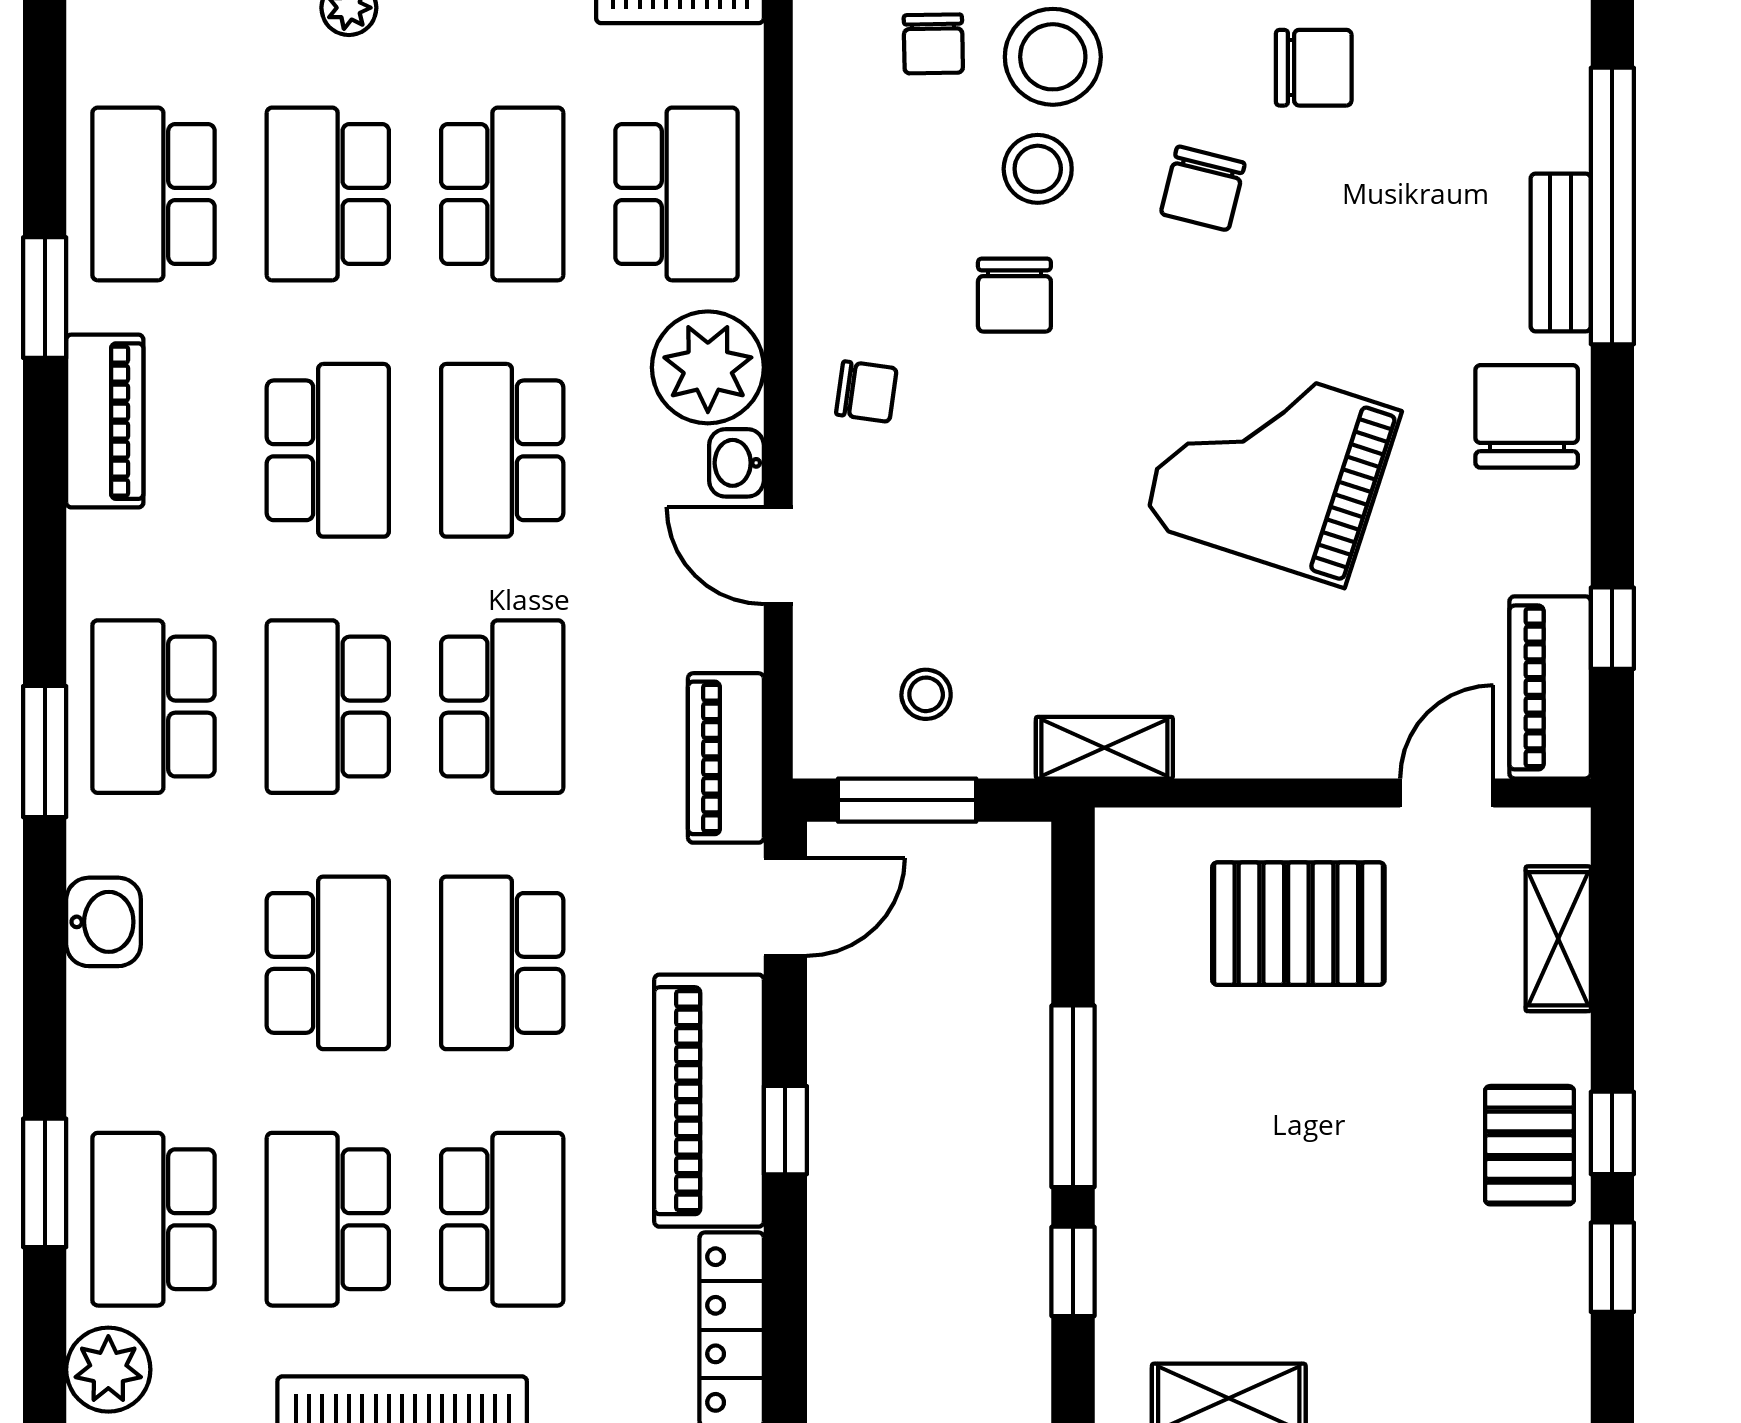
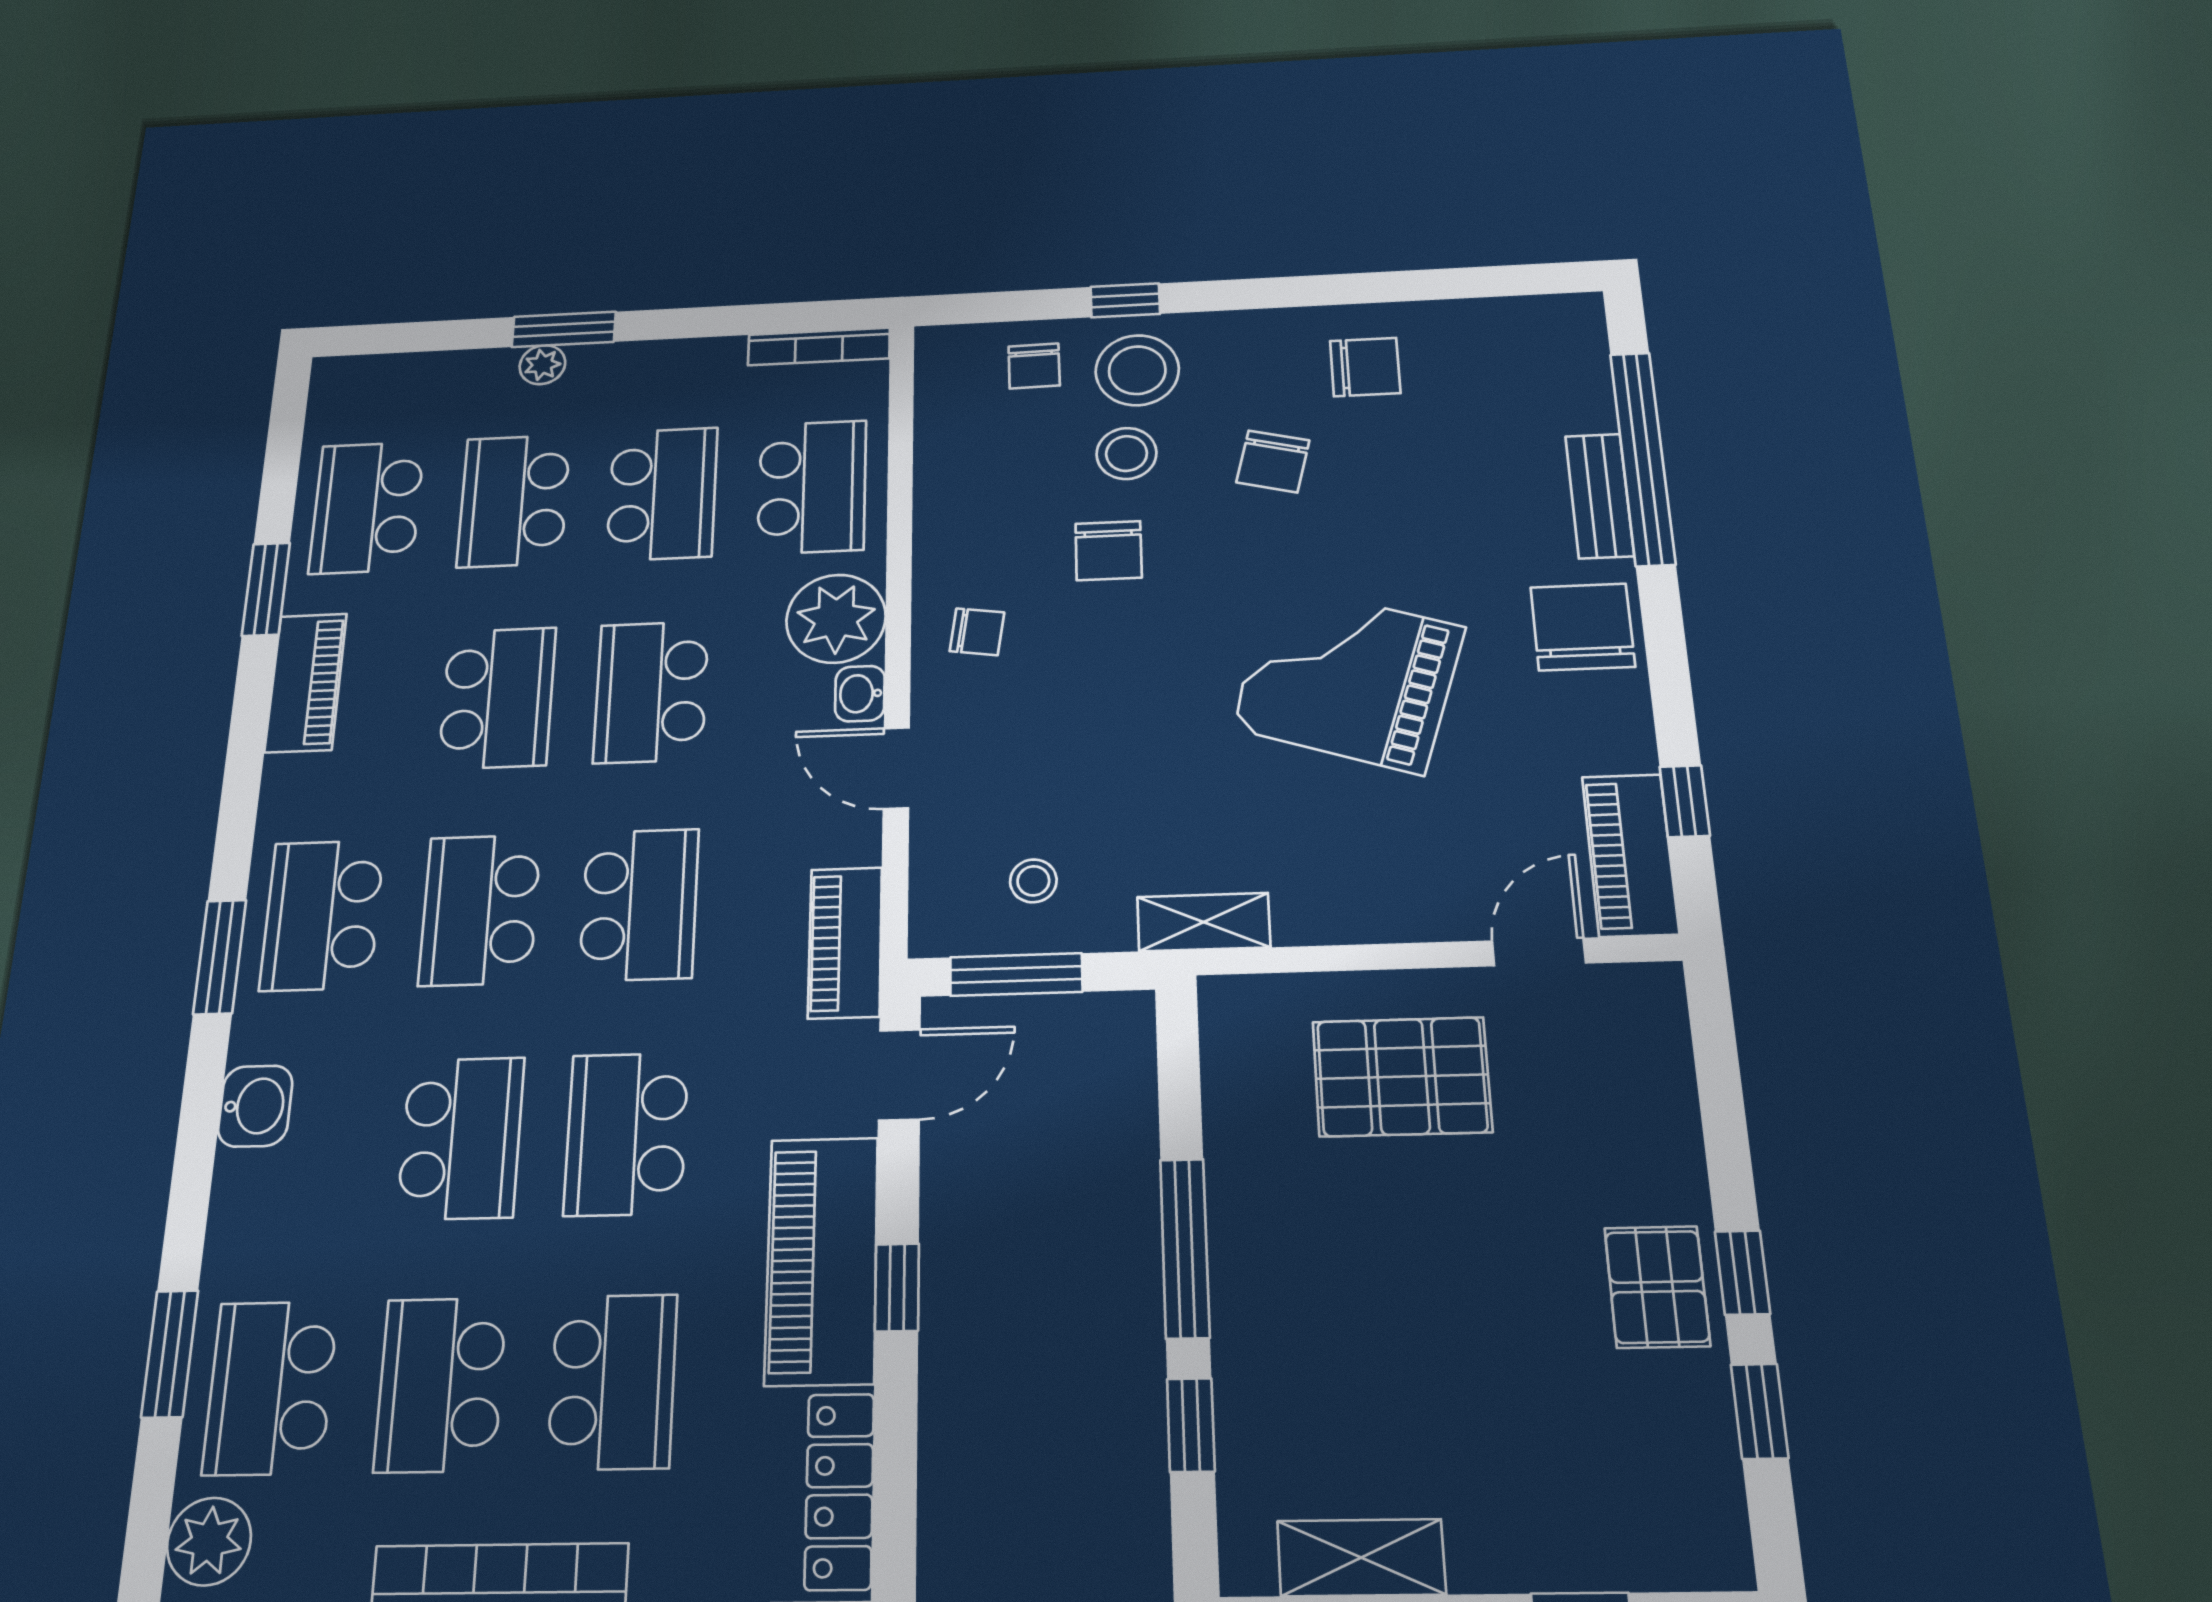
shelving: (1558, 939) -> (1664, 1084), removed

